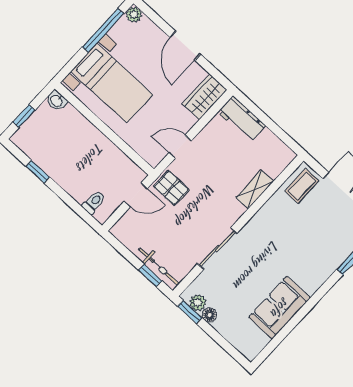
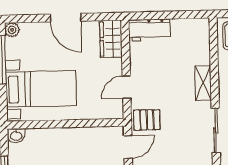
shelving: (255, 189) -> (203, 83), moved

